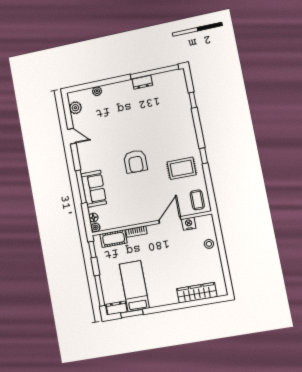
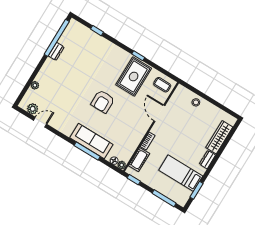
door: (72, 136) -> (40, 122), moved
armchair: (135, 161) -> (103, 102), turned 90
rug: (182, 168) -> (134, 76), width x1.36, depth x1.43
sofa: (94, 189) -> (91, 141), width x1.36
nightstand: (189, 224) -> (172, 104), removed
dresser: (117, 308) -> (207, 160), moved

